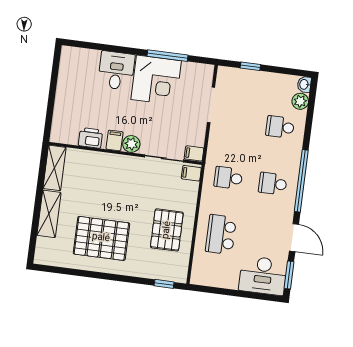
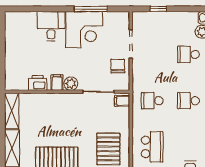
chair: (192, 130) -> (118, 66), added
filing cabinet: (194, 153) -> (122, 85), removed
school desk: (221, 234) -> (152, 147), turned 180

